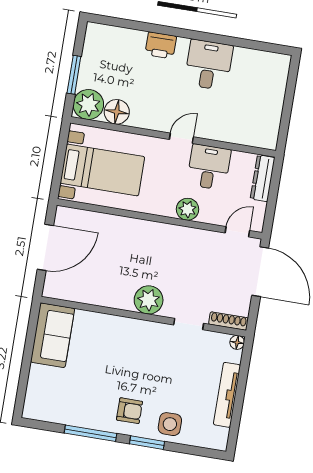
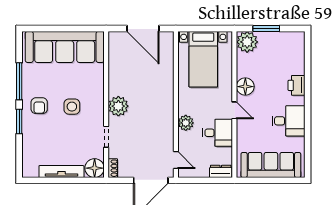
sofa: (266, 100) -> (271, 165), added
floor lamp: (117, 112) -> (245, 87), moved
dresser: (263, 178) -> (221, 171), width x0.70
shoe rack: (228, 321) -> (113, 168), width x0.70
sofa: (53, 335) -> (65, 47), width x1.85, depth x1.27
floor lamp: (237, 342) -> (95, 168), width x1.89, depth x1.89
side table: (170, 424) -> (72, 107), moved

